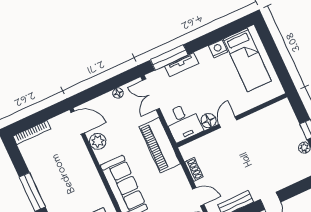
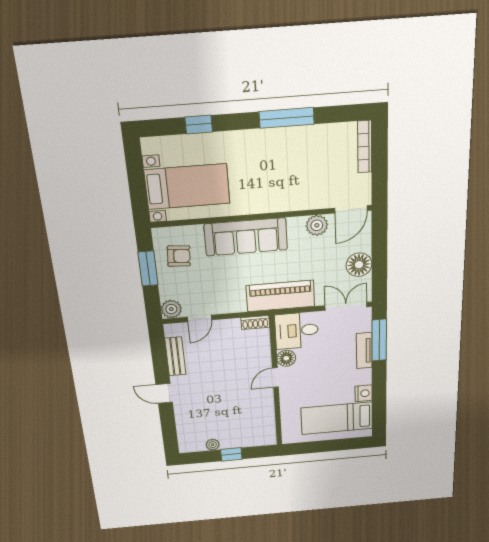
floor lamp: (118, 93) -> (359, 265), width x1.89, depth x1.89
door: (228, 122) -> (275, 378), swing flipped
shoe rack: (194, 169) -> (255, 322), moved

